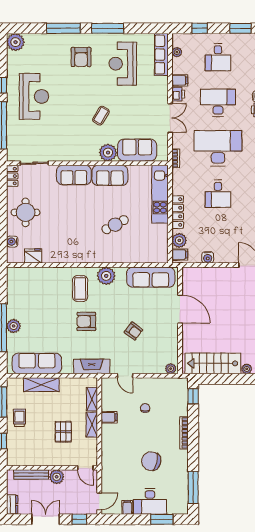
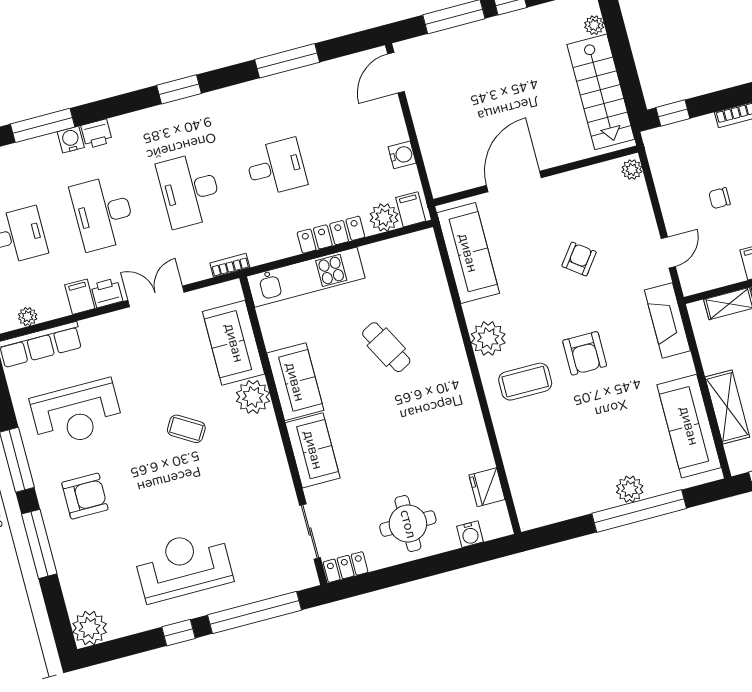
desk: (218, 148) -> (190, 190), width x0.73, depth x0.77

